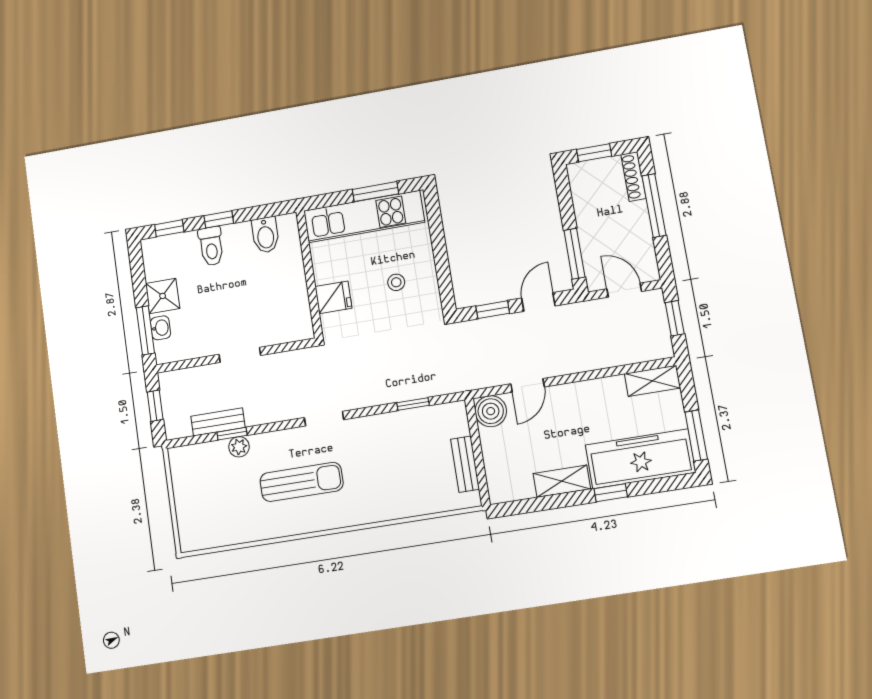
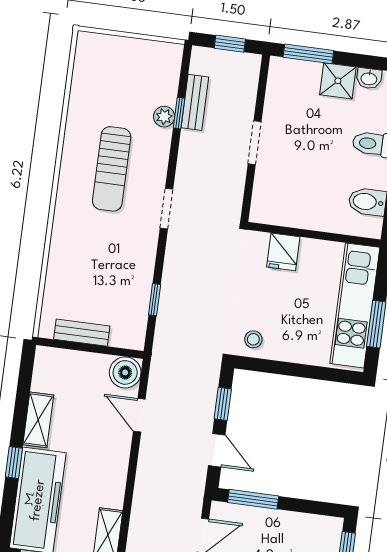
stool: (396, 282) -> (253, 339), moved
washbasin: (161, 328) -> (369, 78), moved

